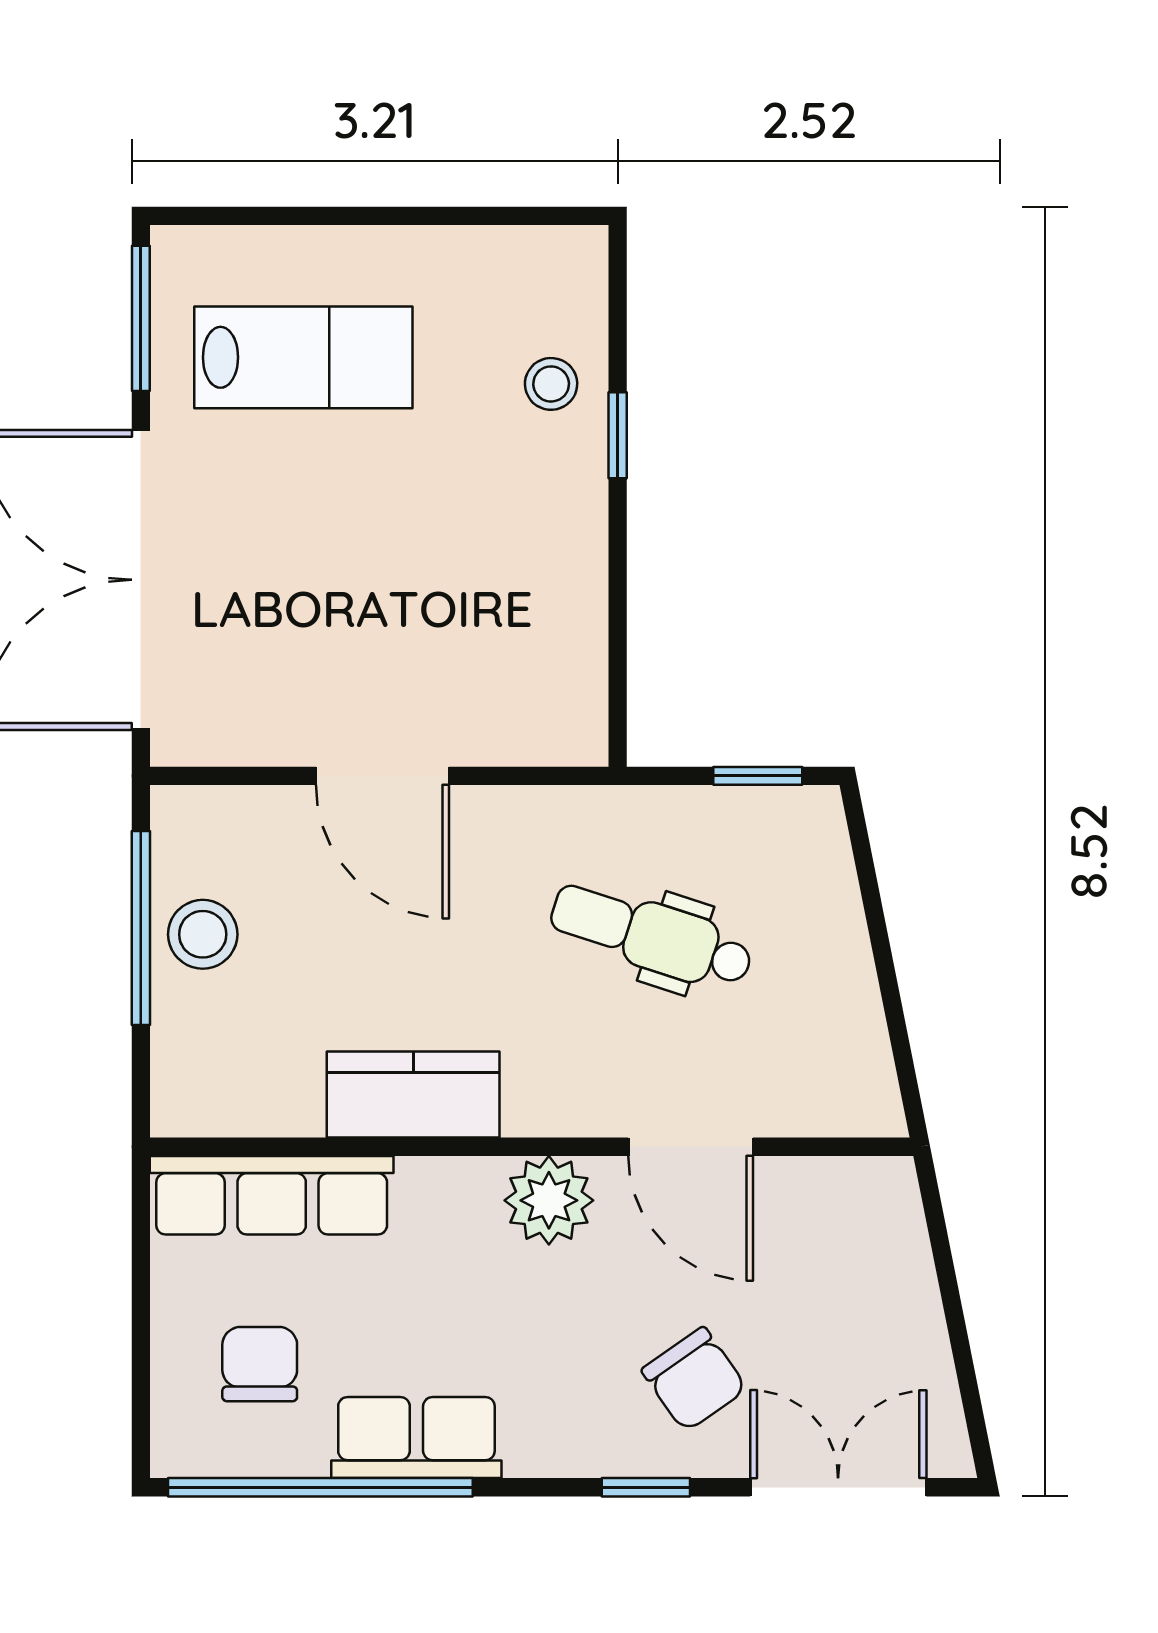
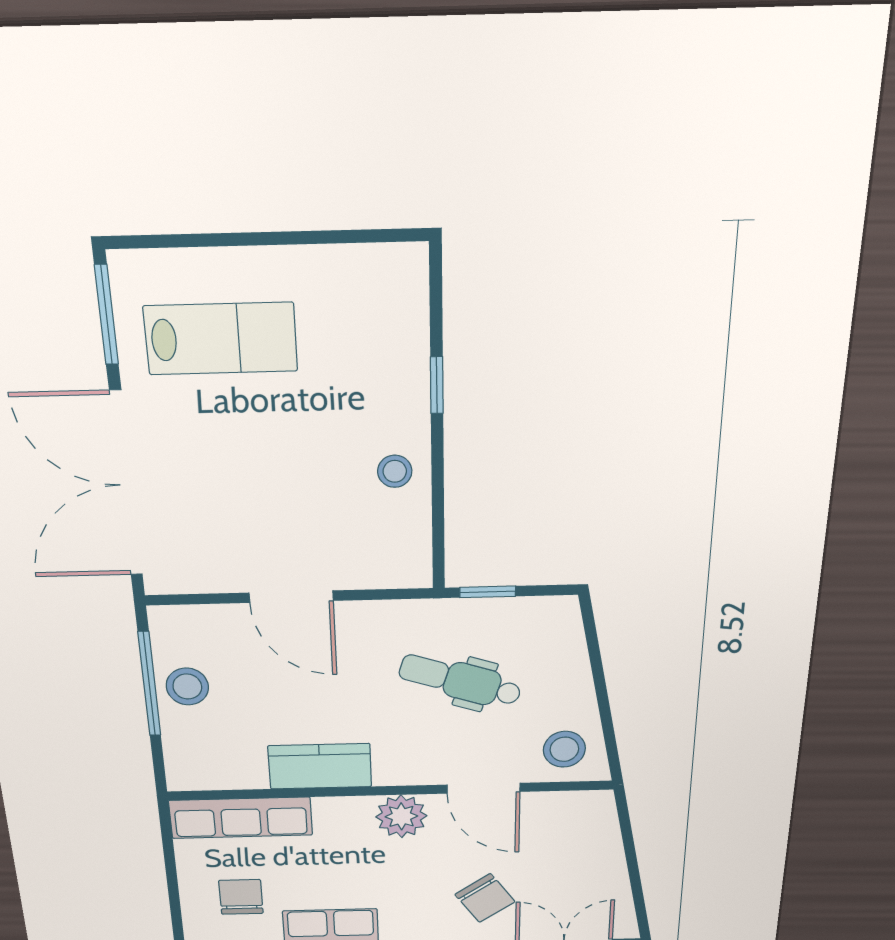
stool: (551, 384) -> (395, 471), moved
window: (758, 776) -> (488, 592), moved
stool: (826, 1073) -> (564, 749), added

